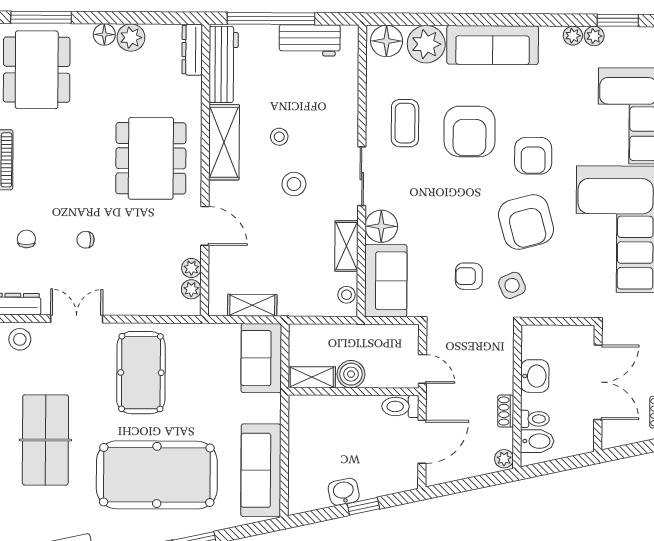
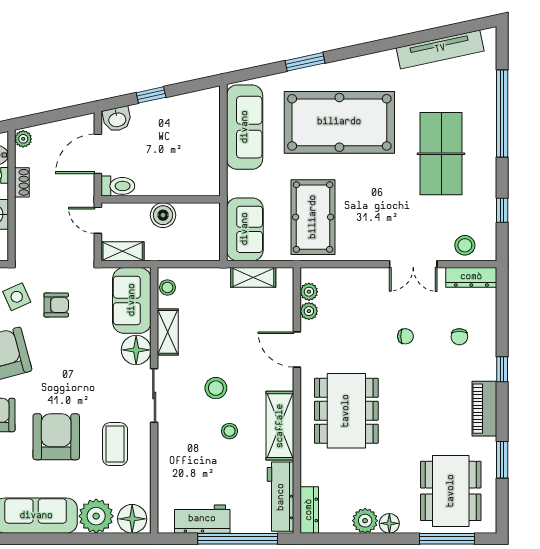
pool table: (141, 373) -> (313, 217), moved
shelving: (312, 377) -> (123, 251), moved
washbasin: (344, 492) -> (117, 119), moved

